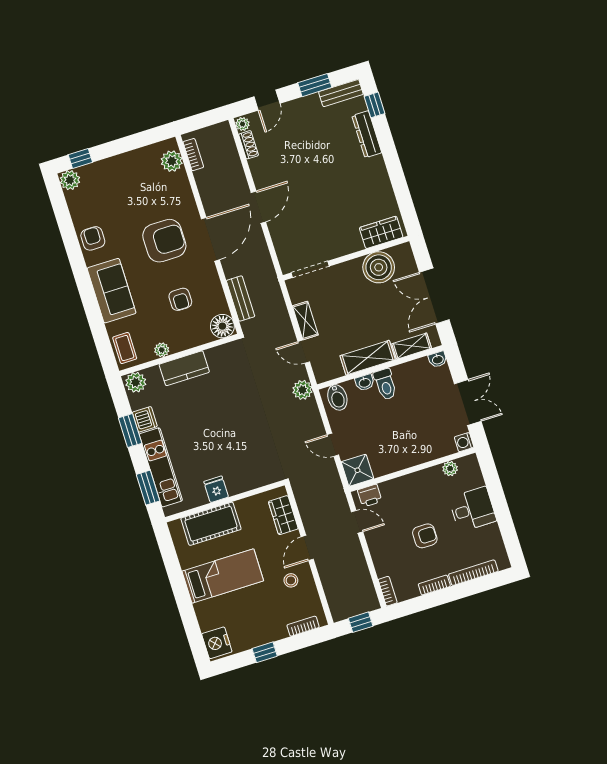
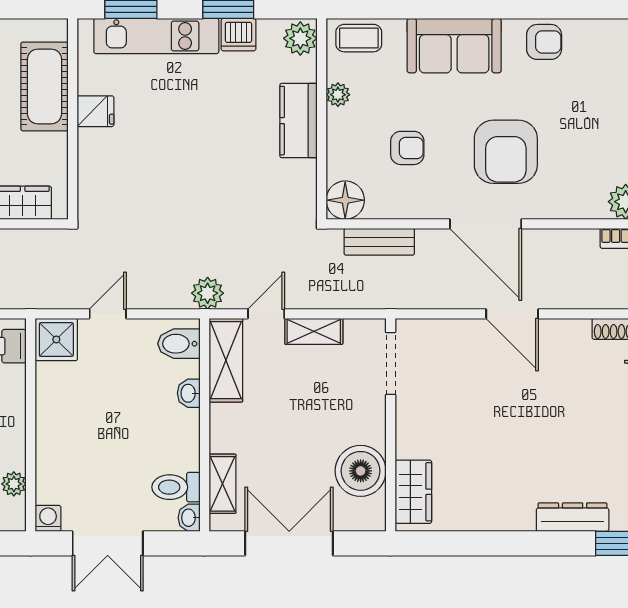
armchair: (180, 299) -> (407, 148), turned 180
shelving: (368, 358) -> (226, 360), moved
toilet: (385, 384) -> (176, 487), moved

